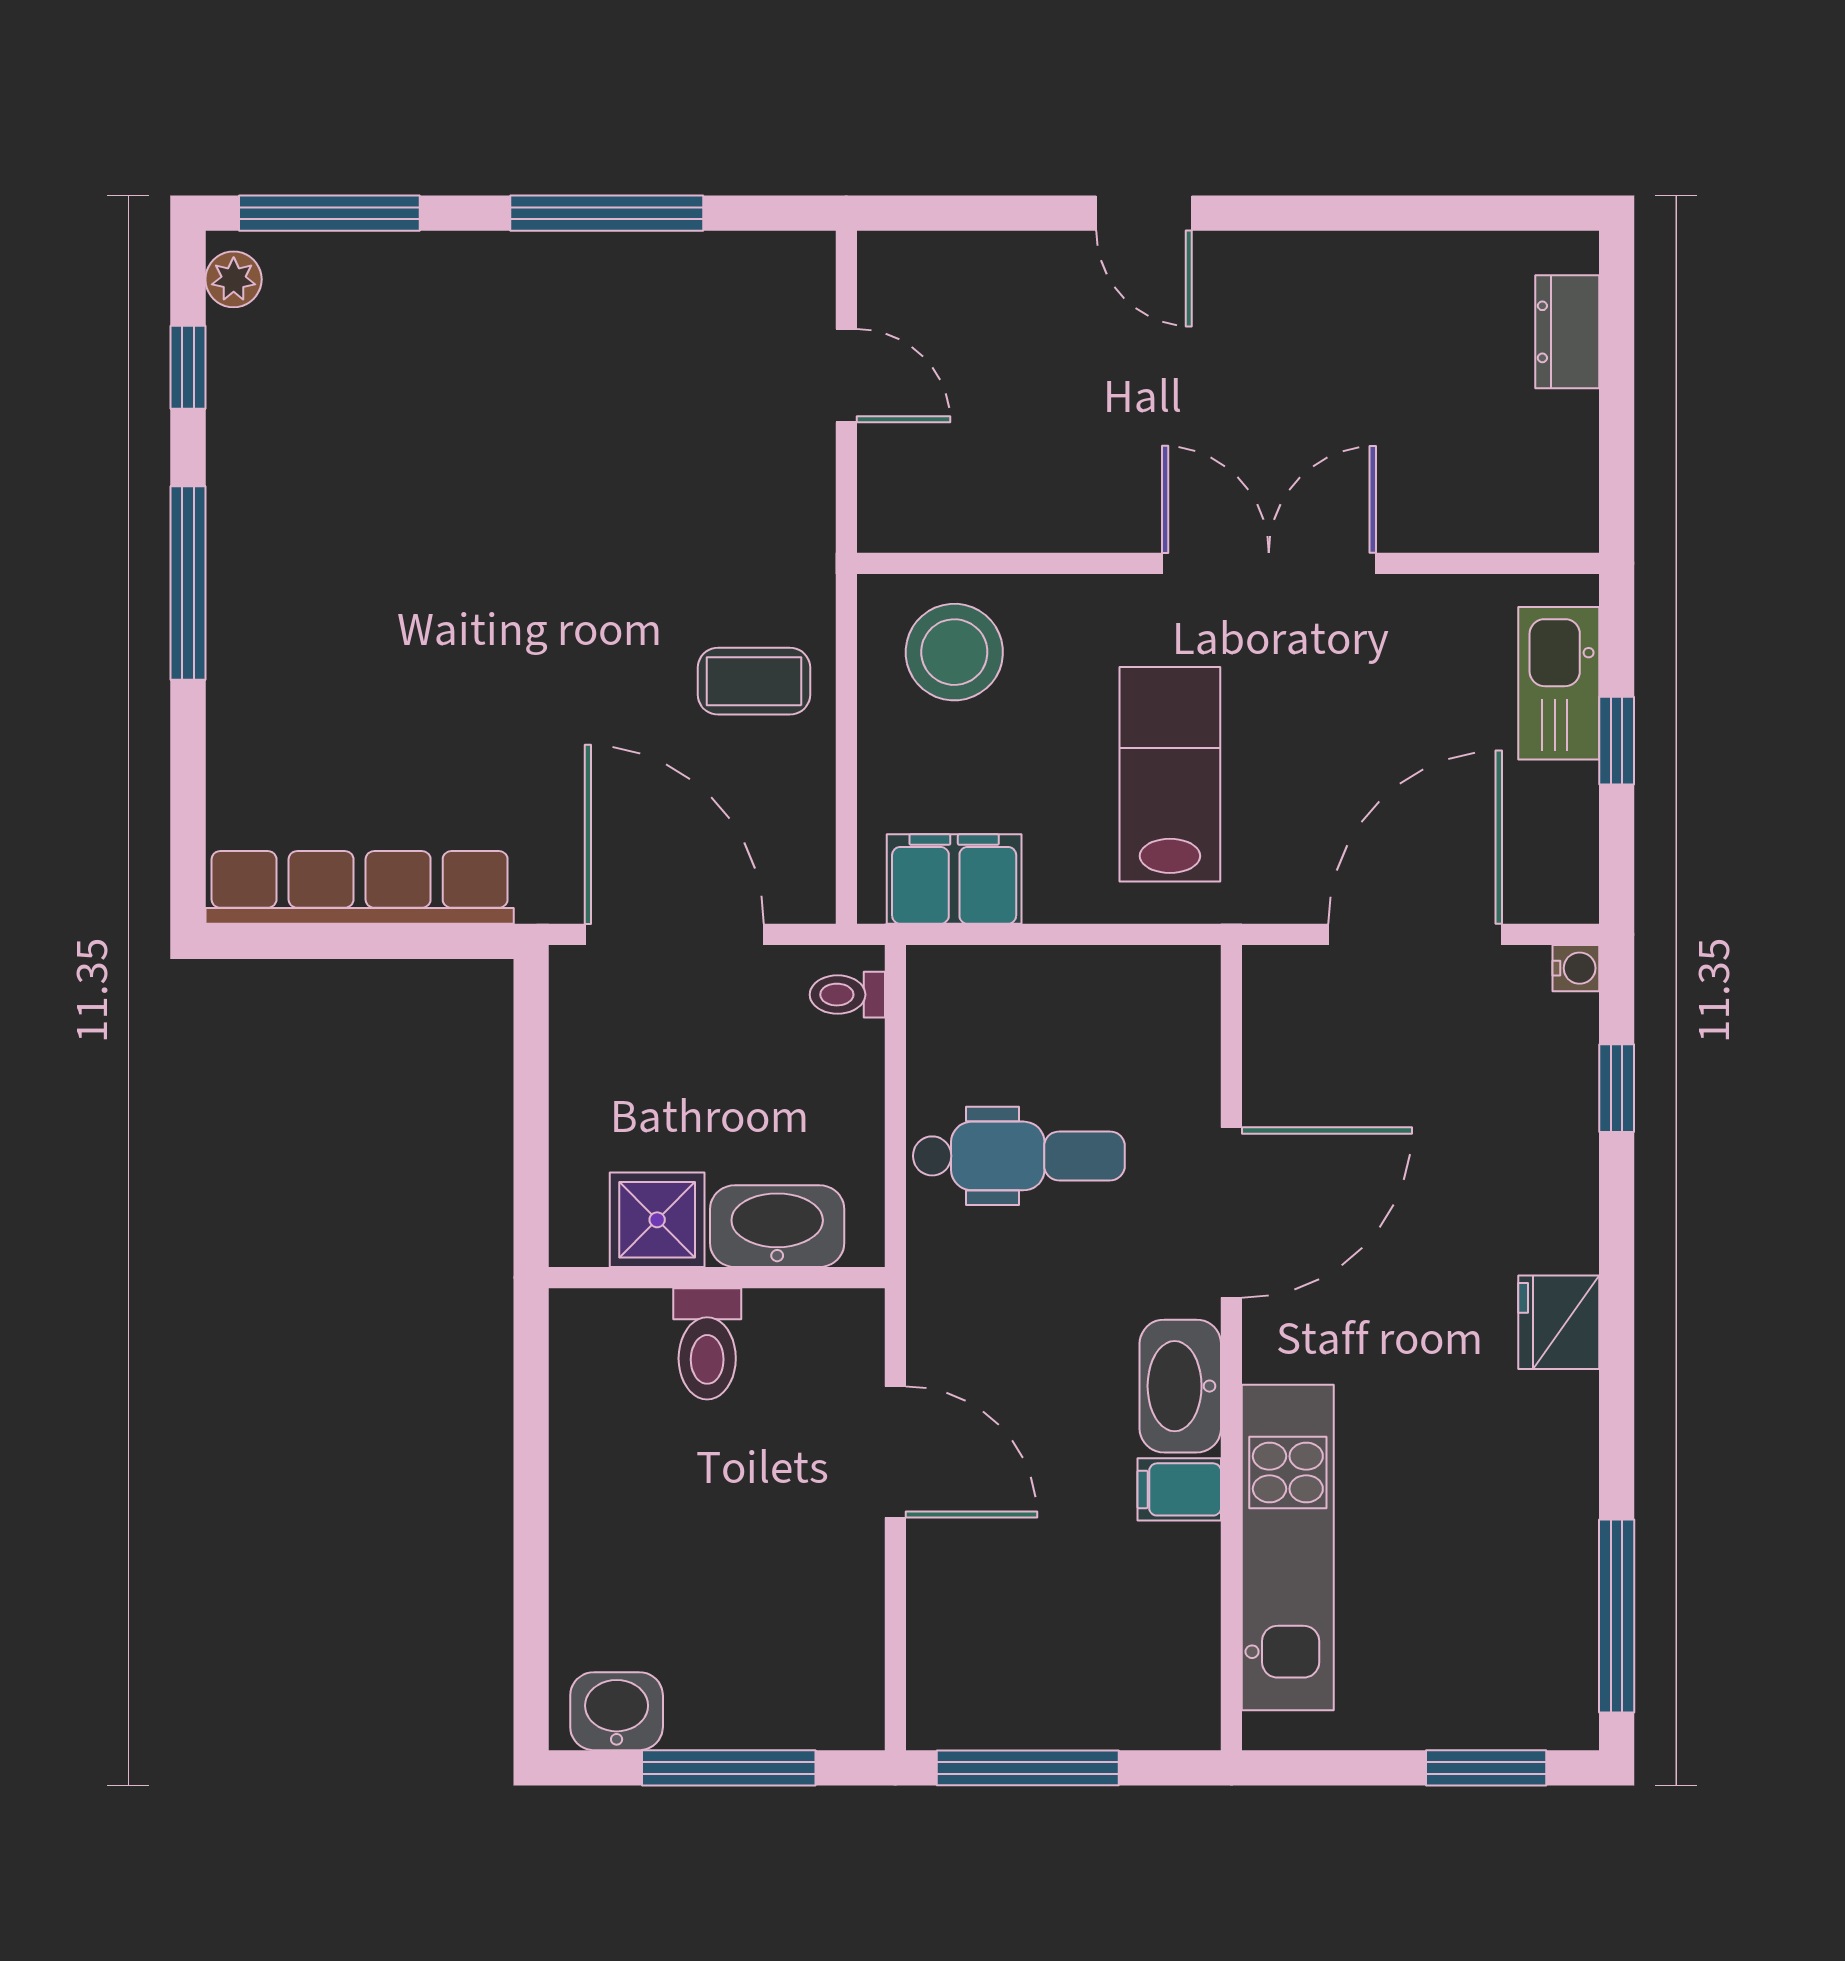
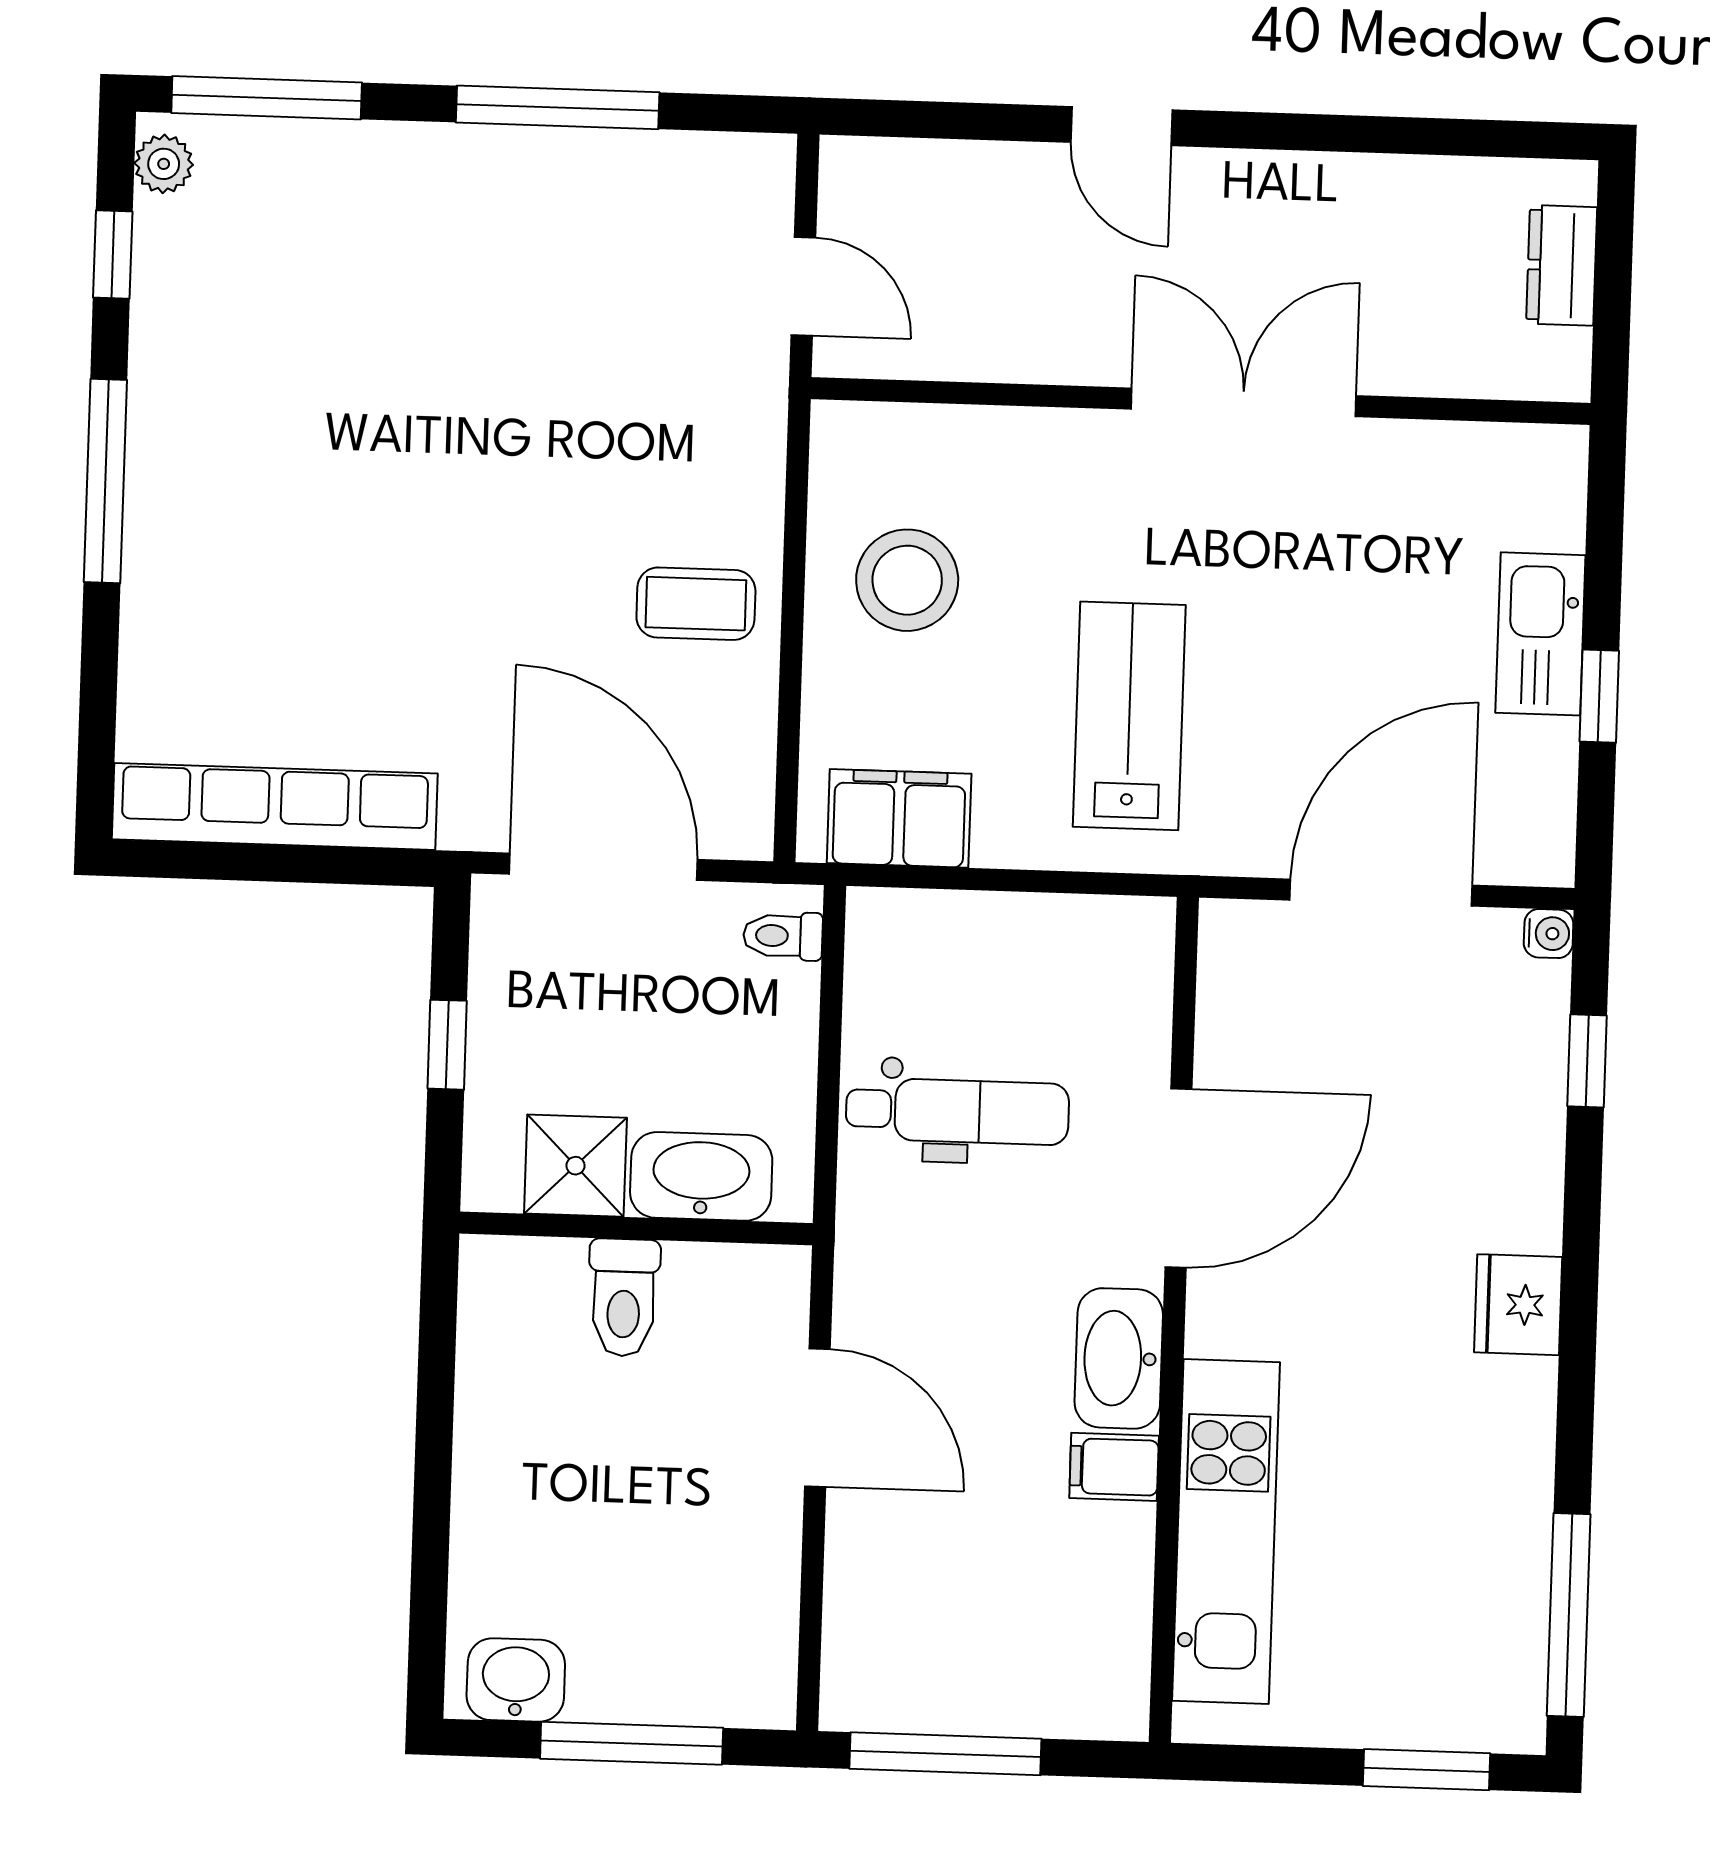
wall: (1228, 563) -> (1201, 401), moved
double door: (1269, 563) -> (1244, 402), moved
window: (531, 1109) -> (447, 1045), added

